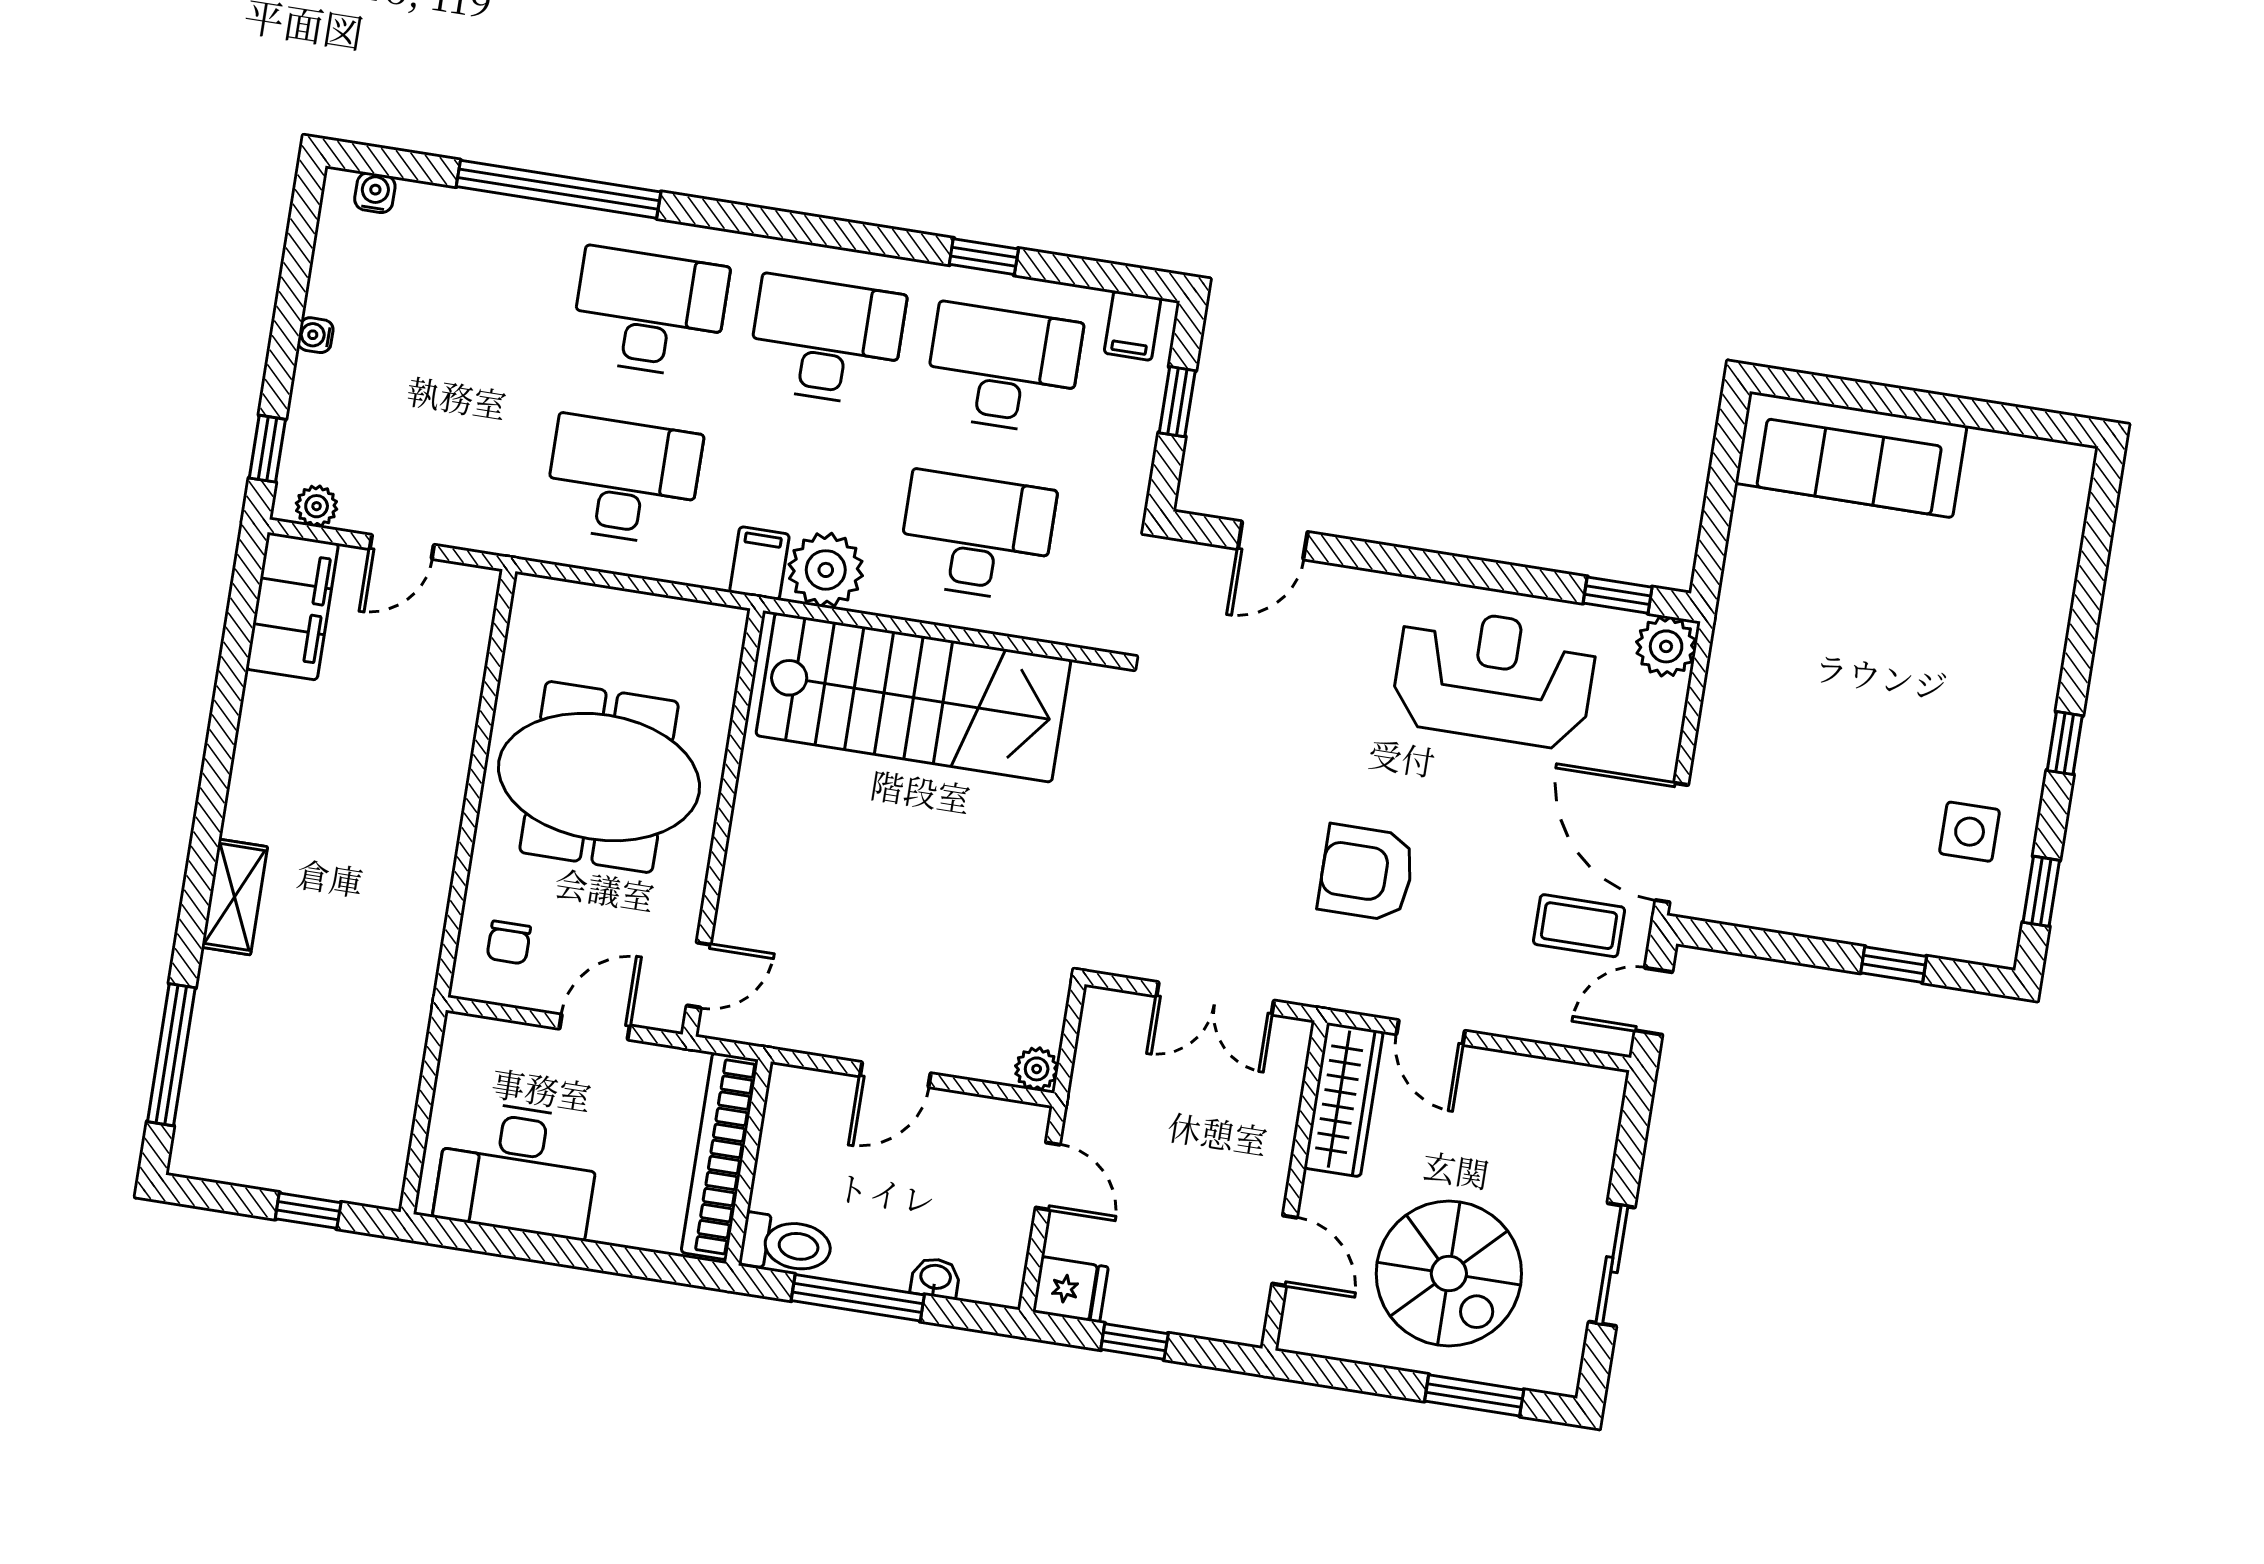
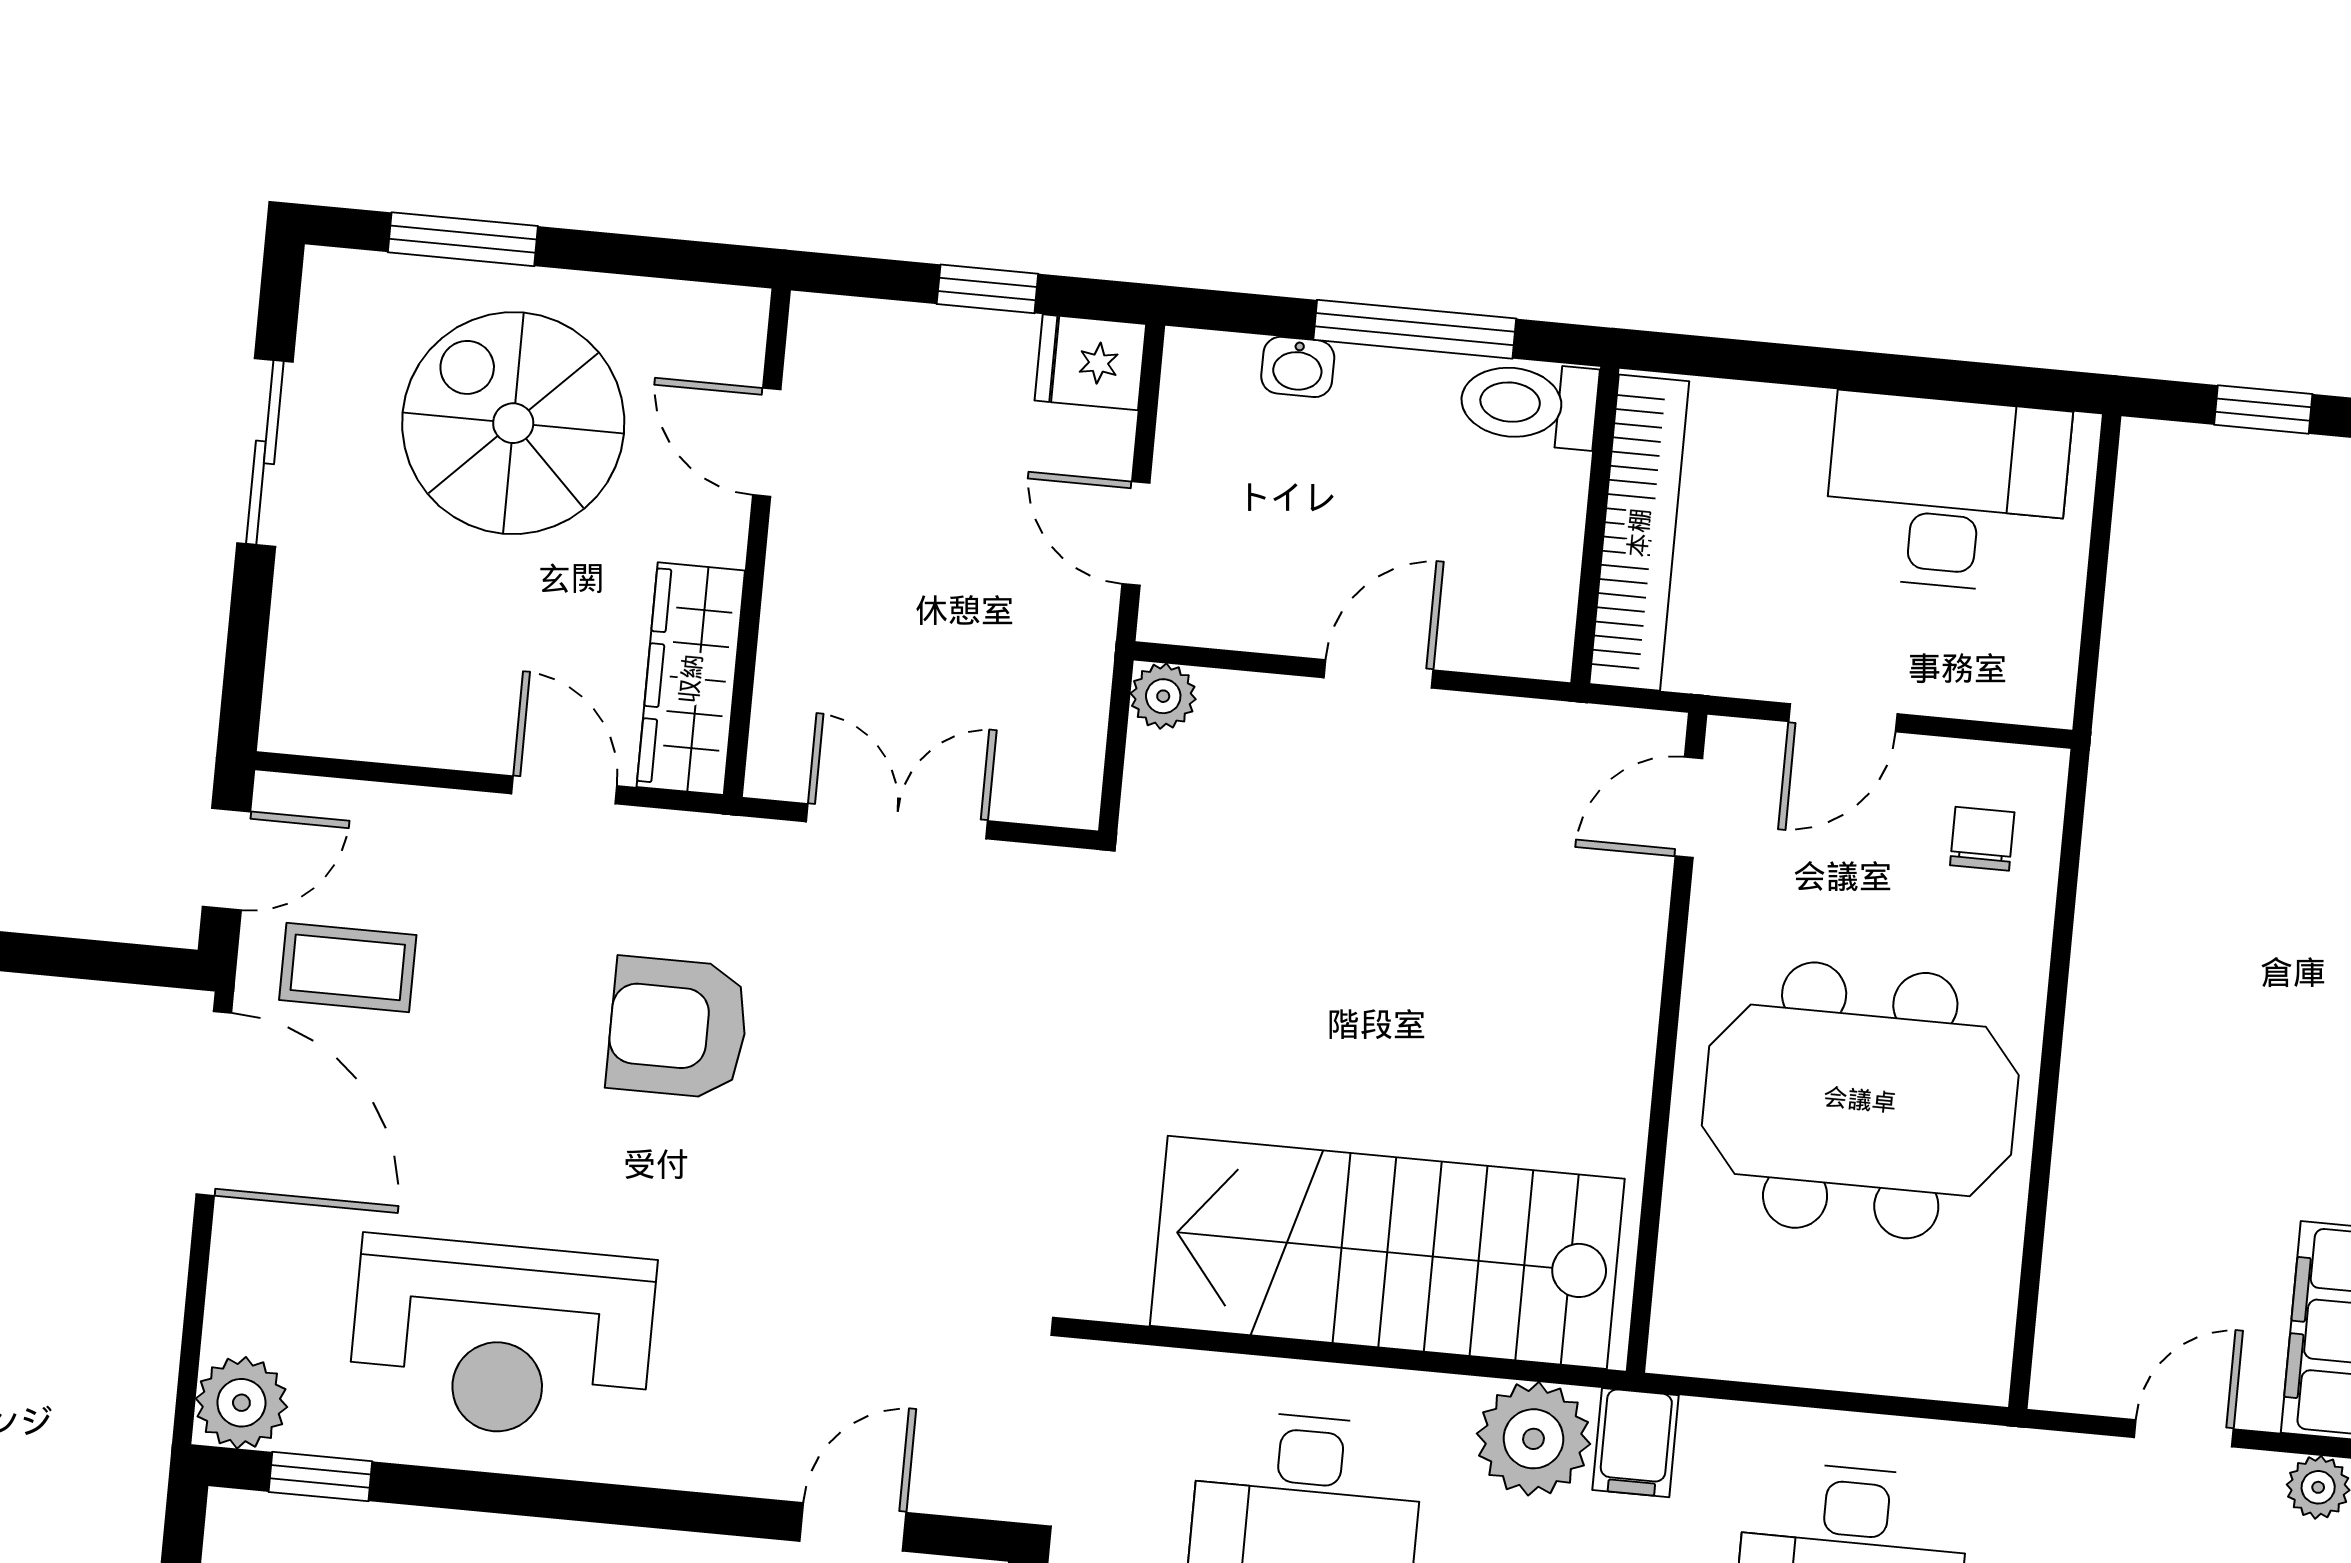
armchair: (1366, 873) -> (678, 1028), turned 180

